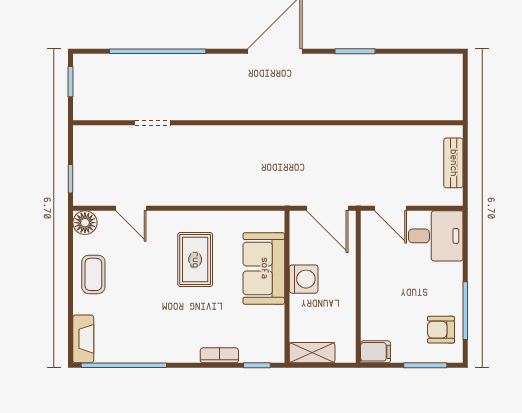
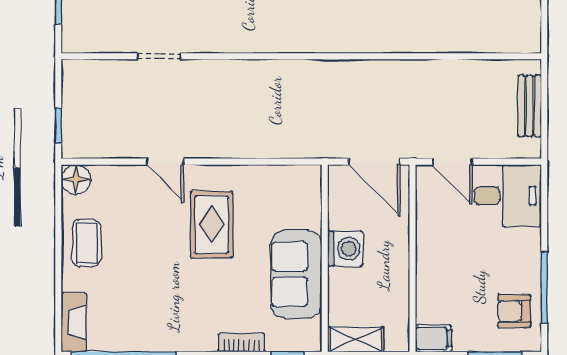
door: (131, 208) -> (165, 162), moved
sofa: (264, 268) -> (296, 274), moved

